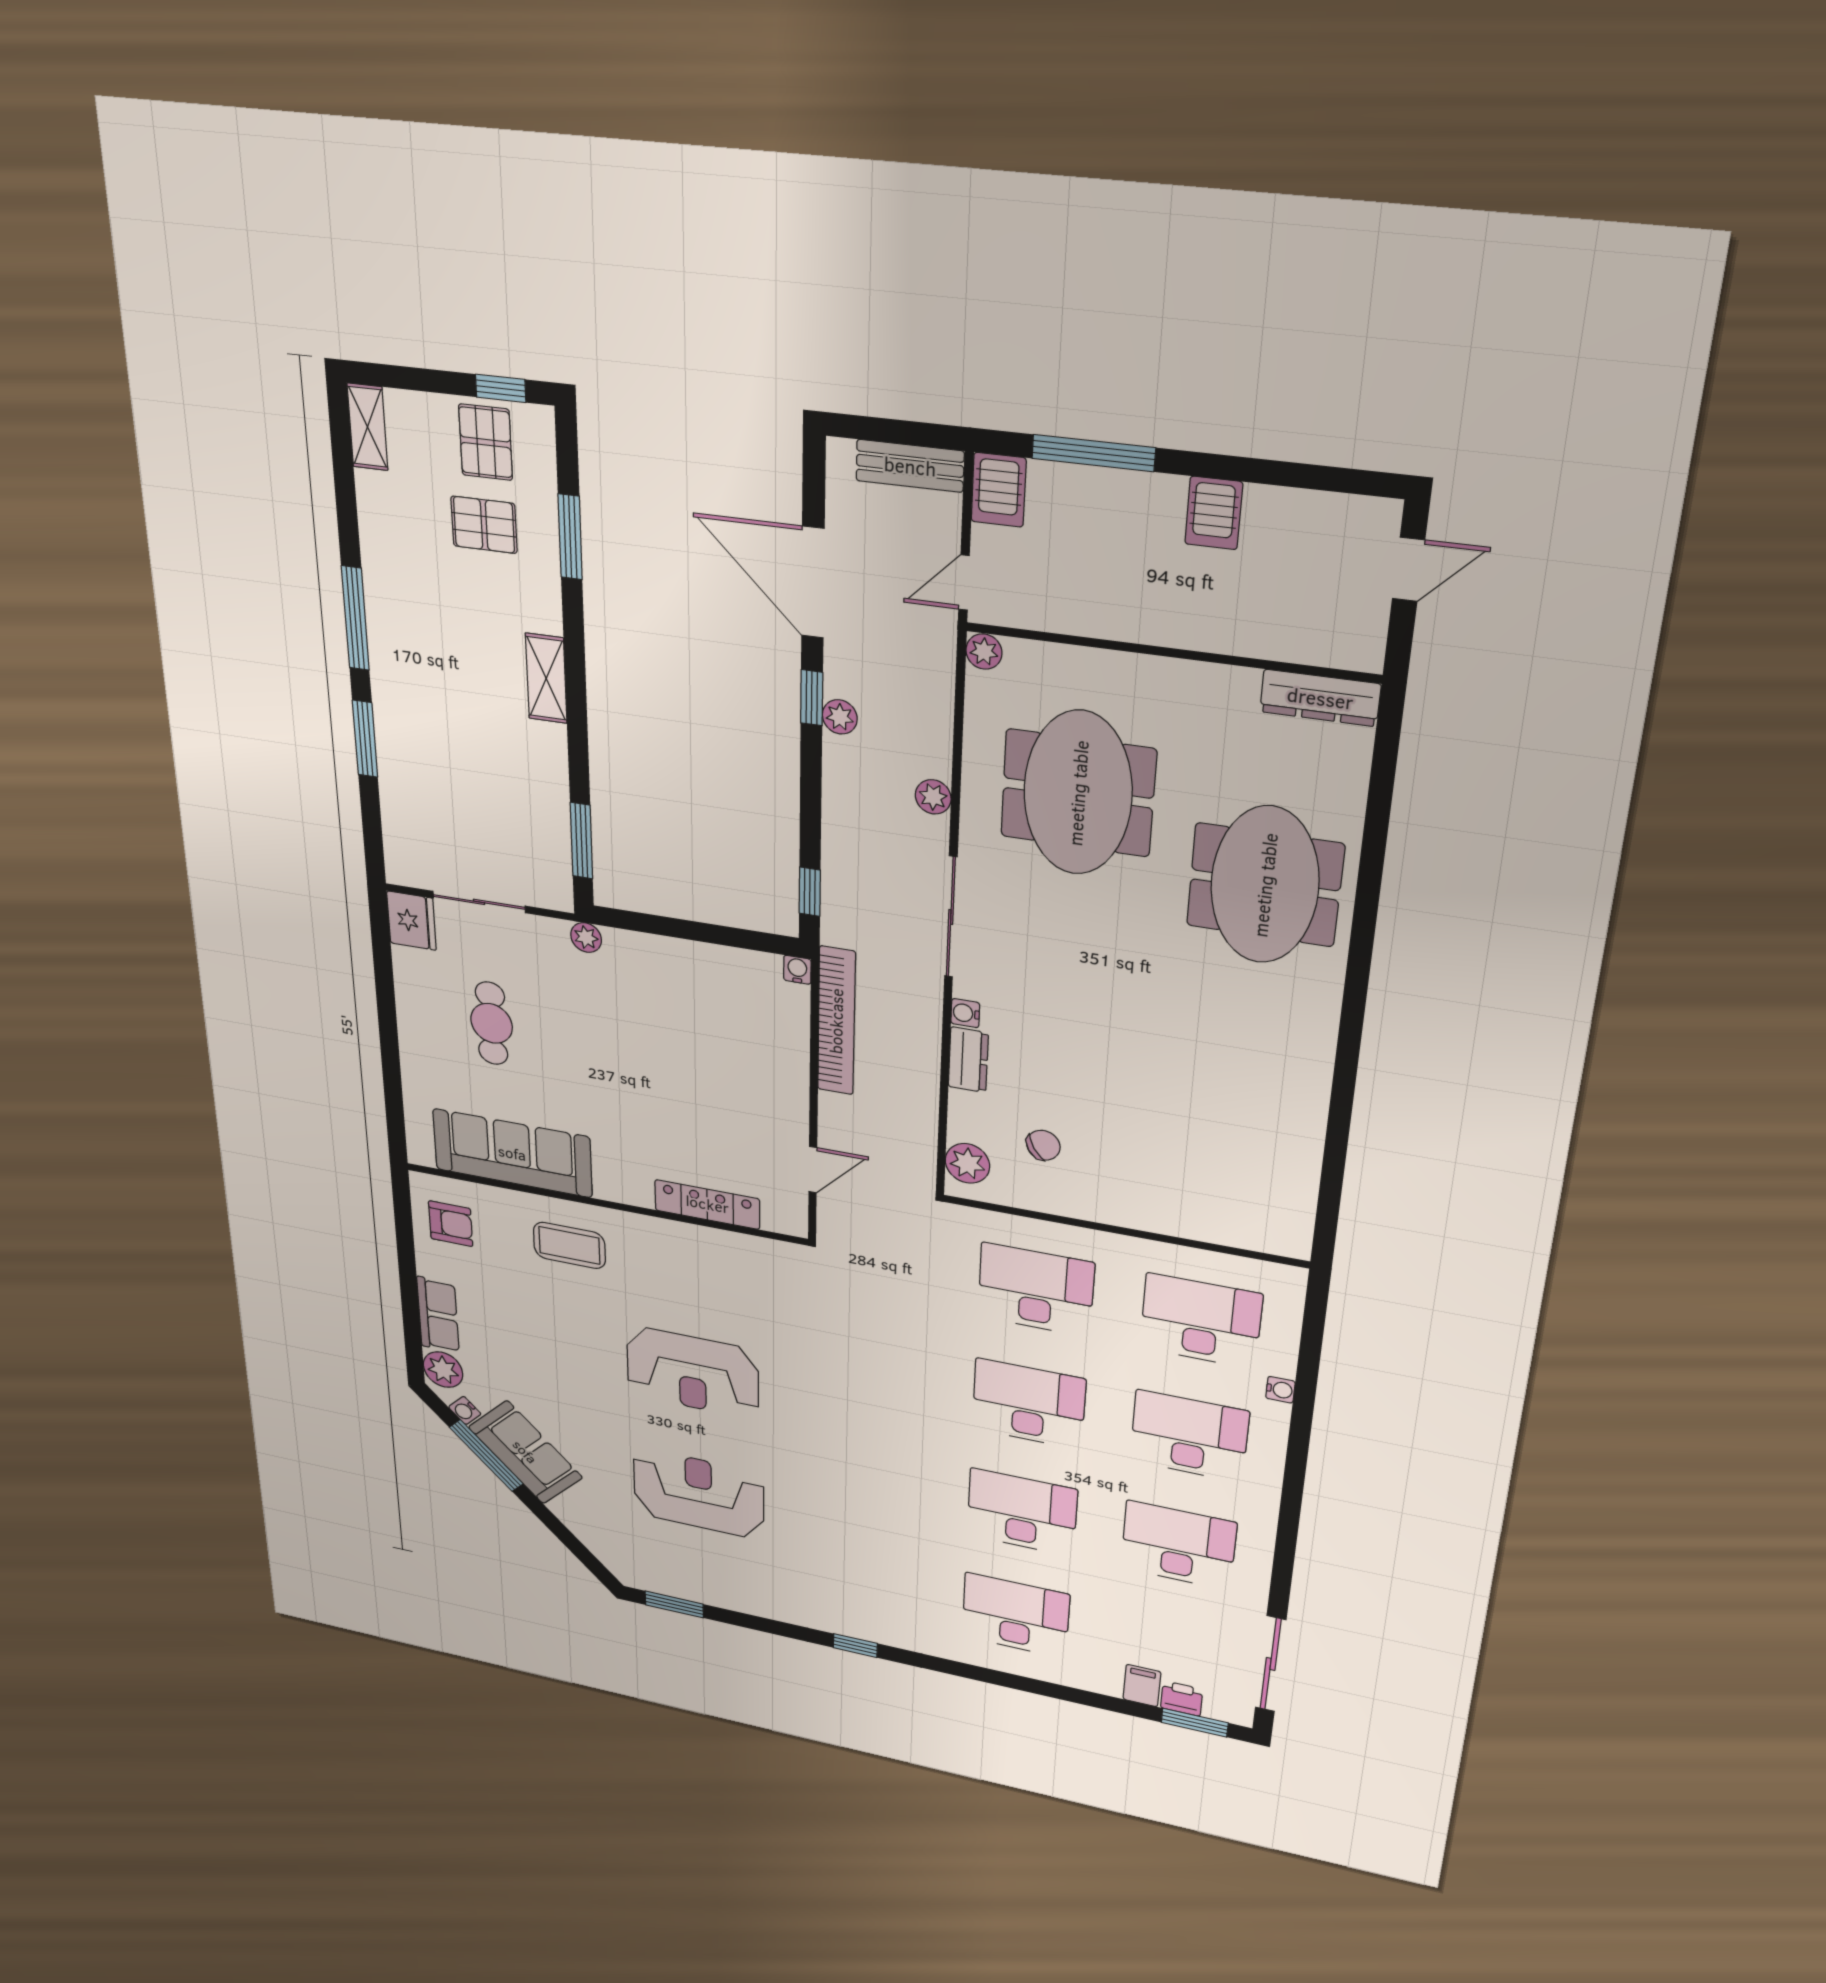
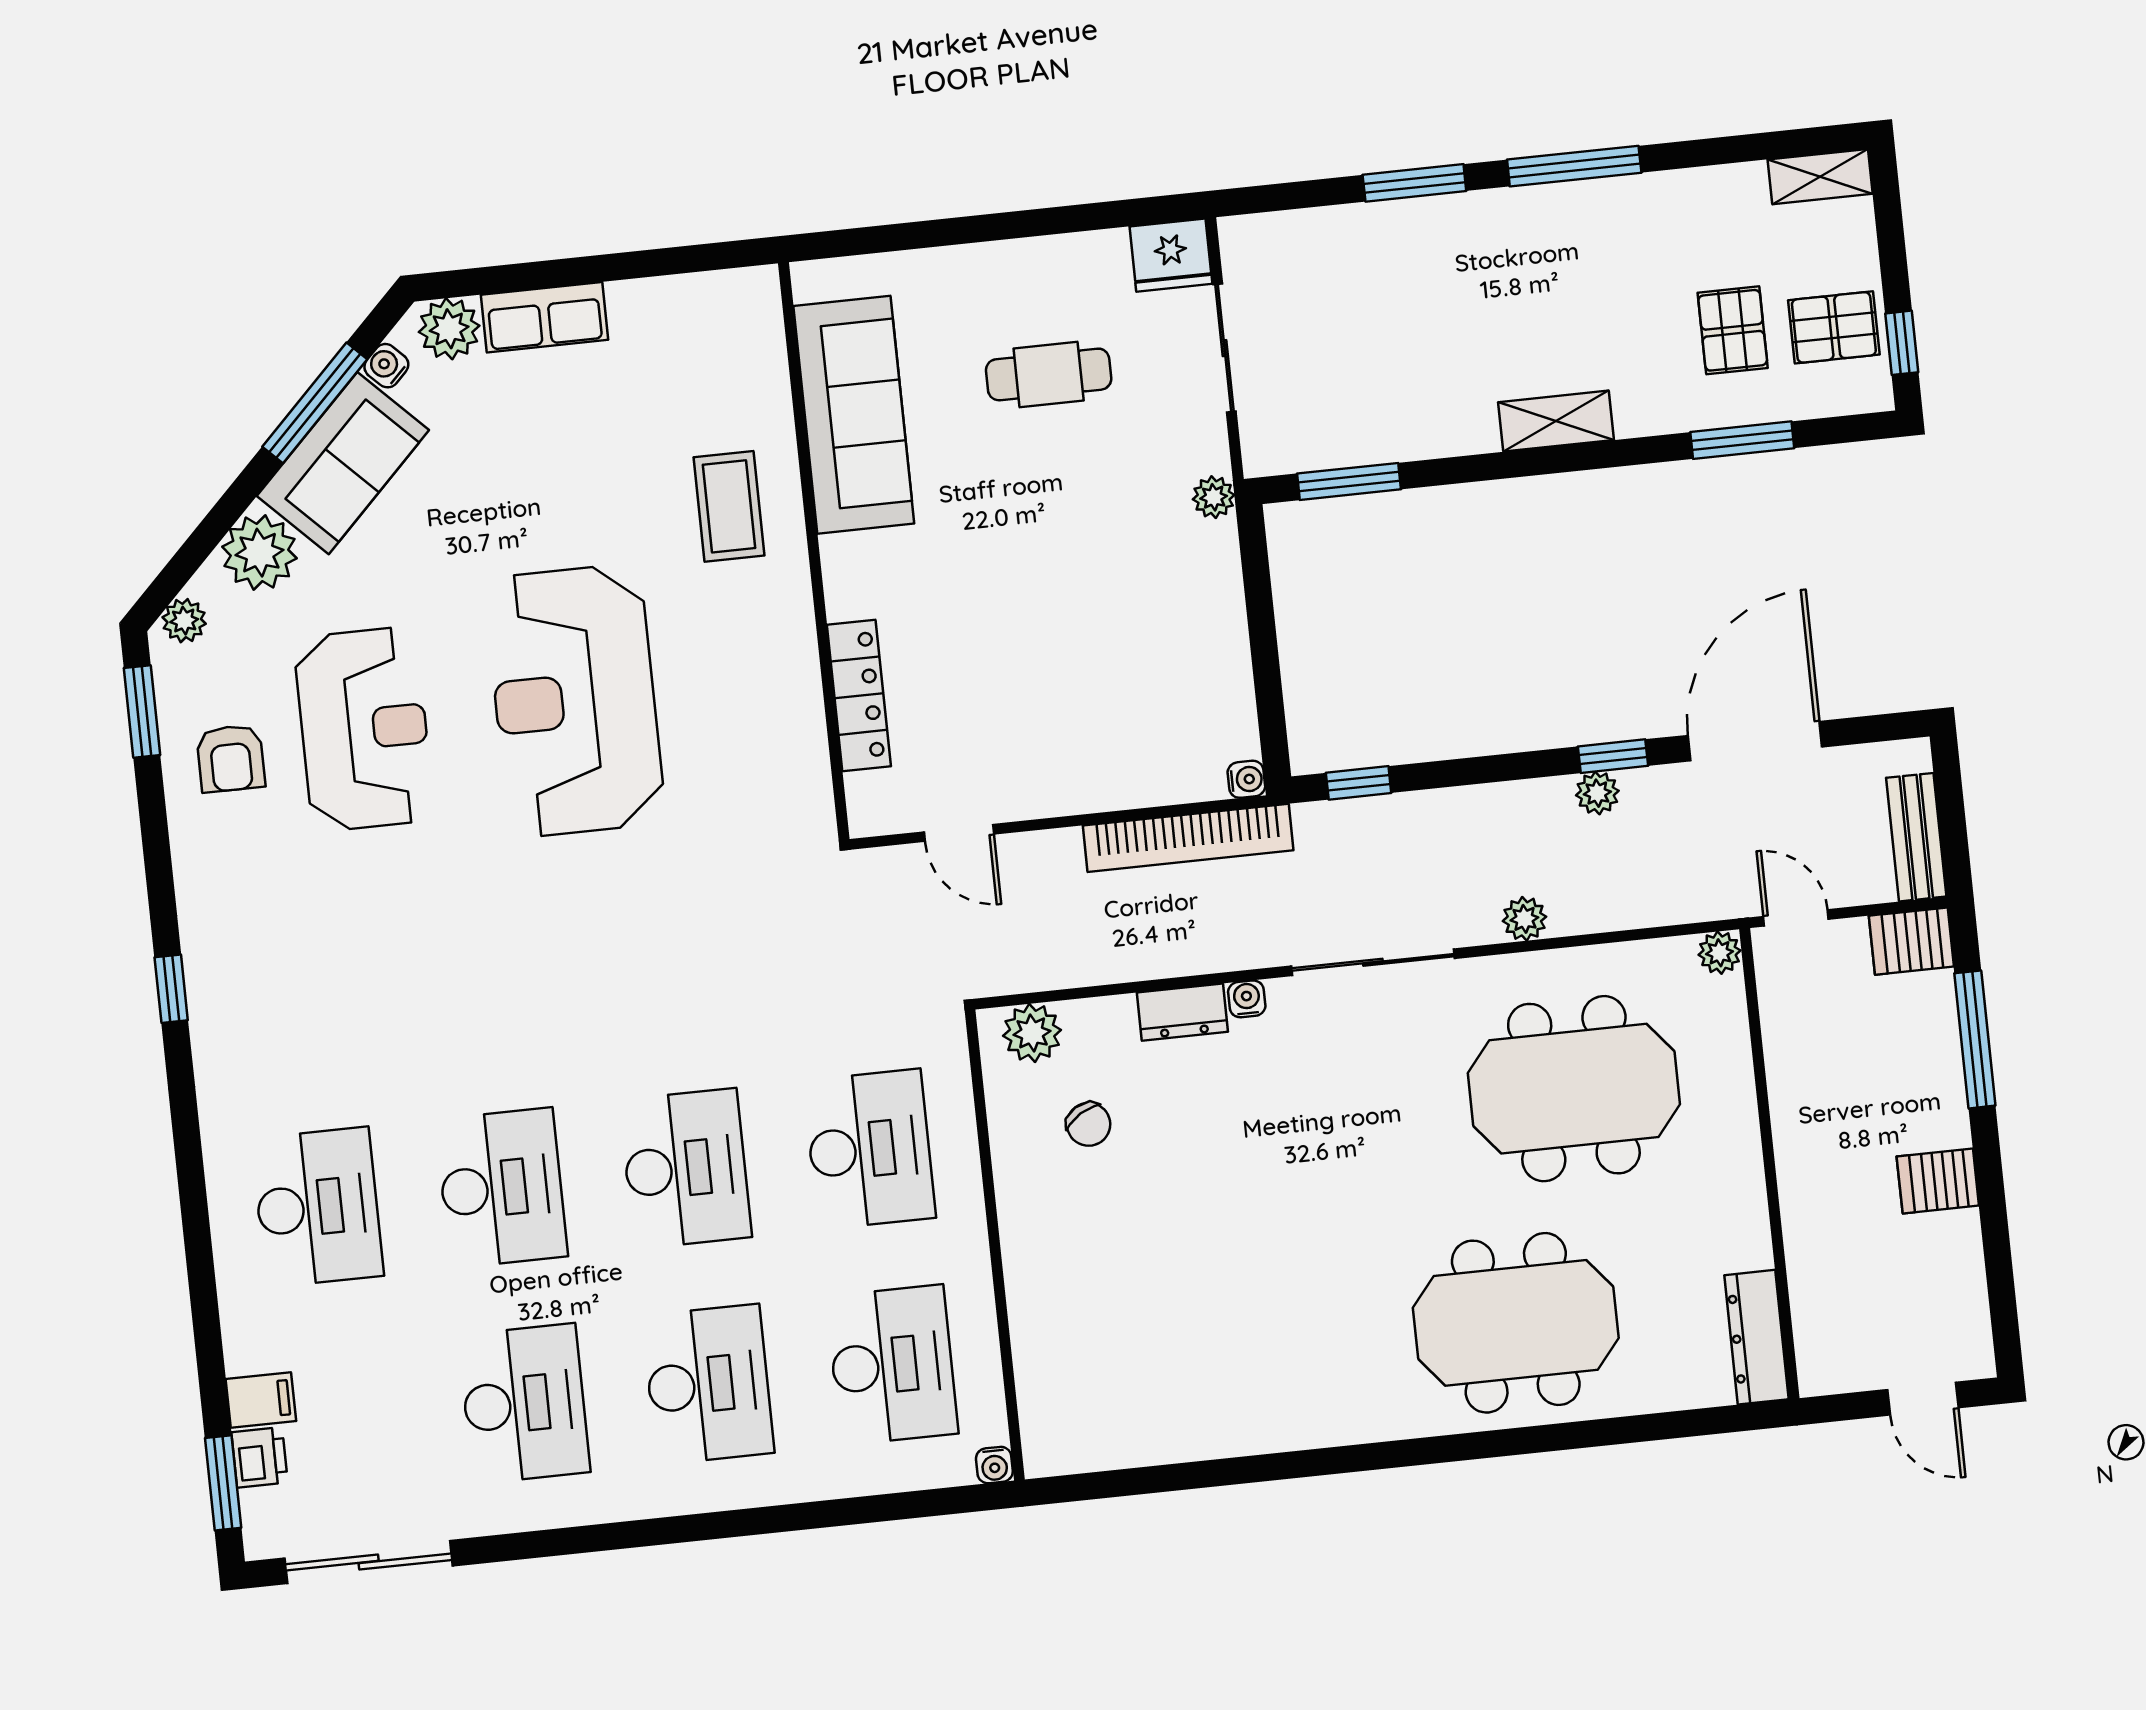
armchair: (451, 1224) -> (231, 758), moved
reception desk: (693, 1372) -> (575, 701), width x1.36, depth x1.30
water cooler: (1280, 1390) -> (994, 1465), moved
plant: (579, 1513) -> (260, 553), added
plant: (619, 1565) -> (184, 621), added

